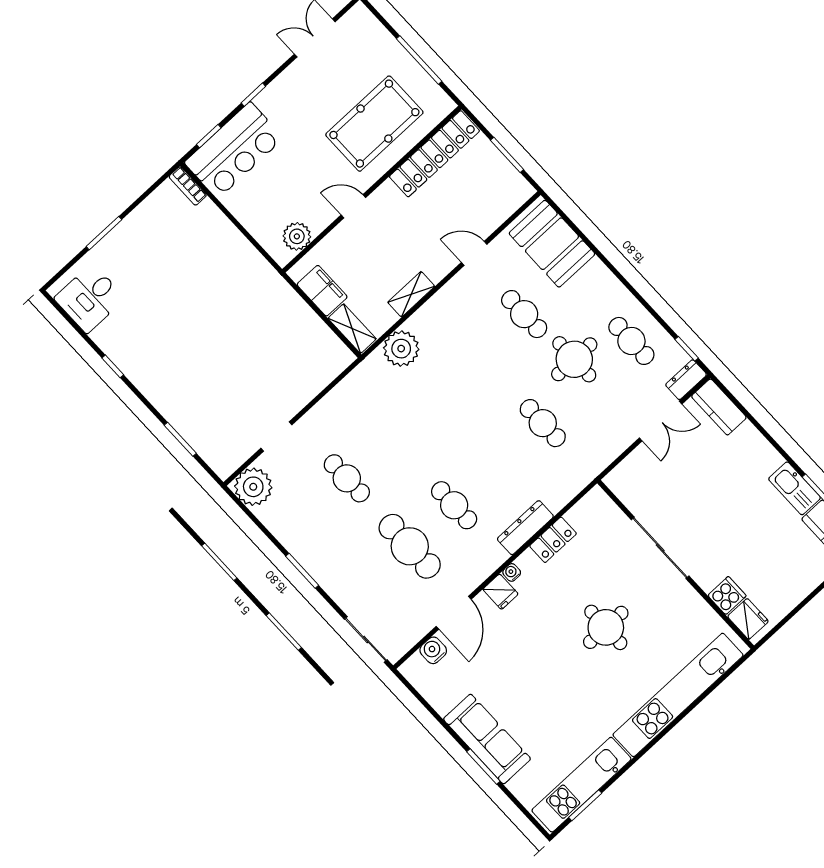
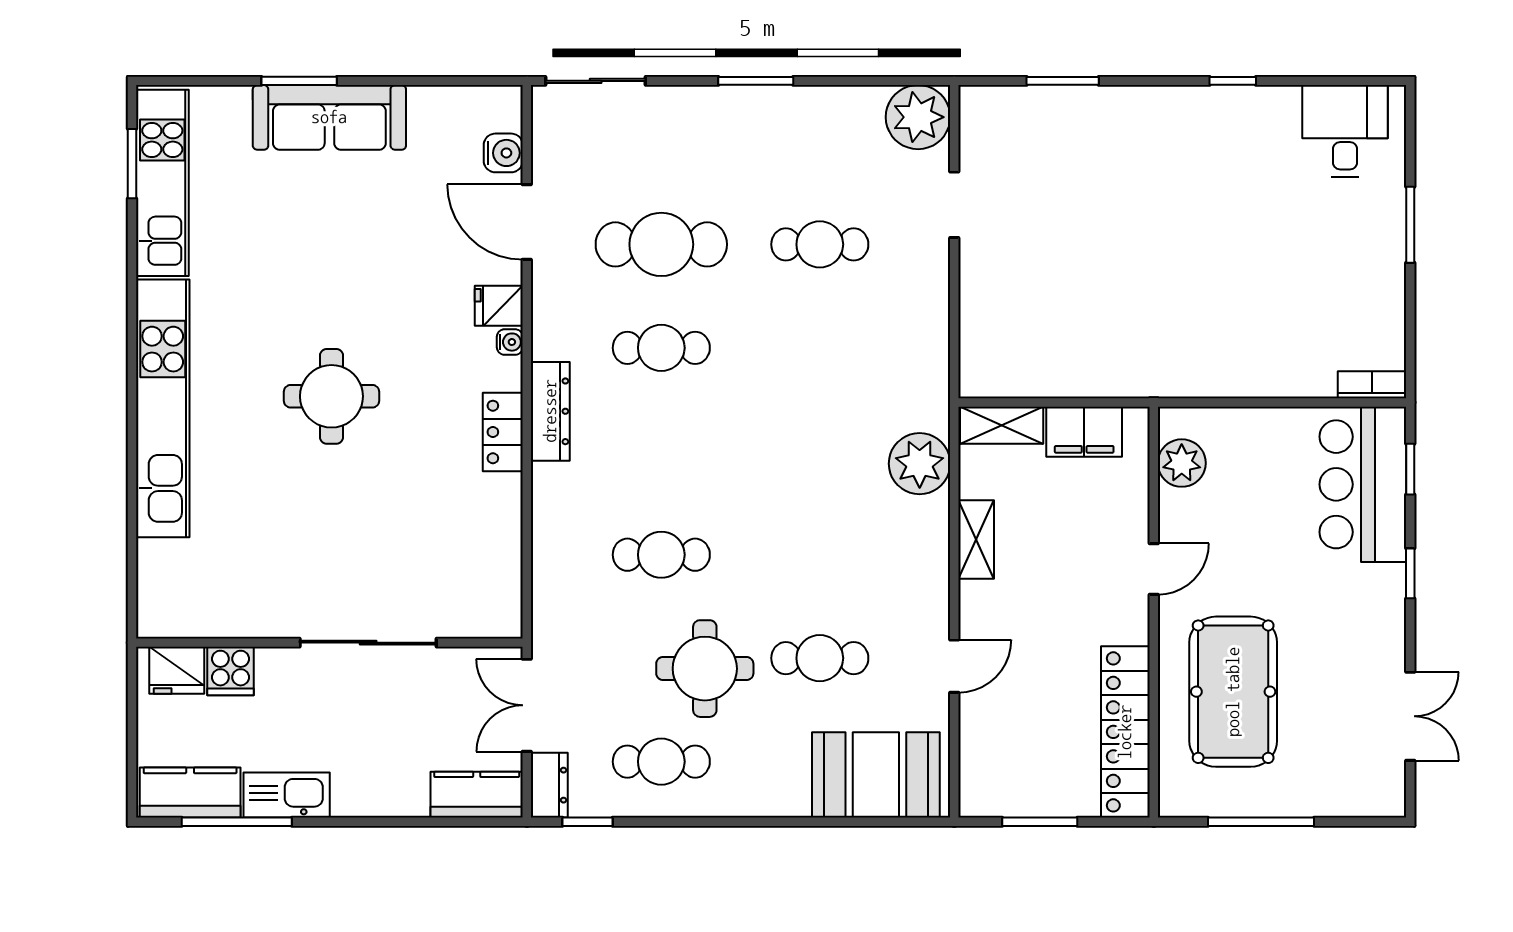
sliding door: (660, 548) -> (368, 643), moved
wall: (676, 564) -> (329, 643), moved
cooker: (727, 596) -> (230, 671), moved
fridge: (748, 619) -> (177, 670), moved

